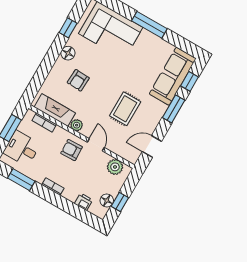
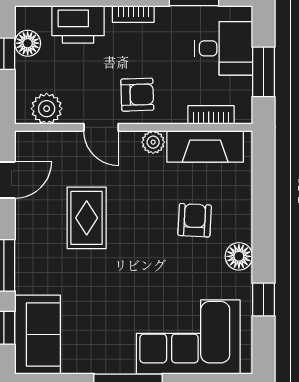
sofa: (173, 76) -> (37, 335), width x0.73
printer: (84, 202) -> (78, 24), width x1.87, depth x1.48

